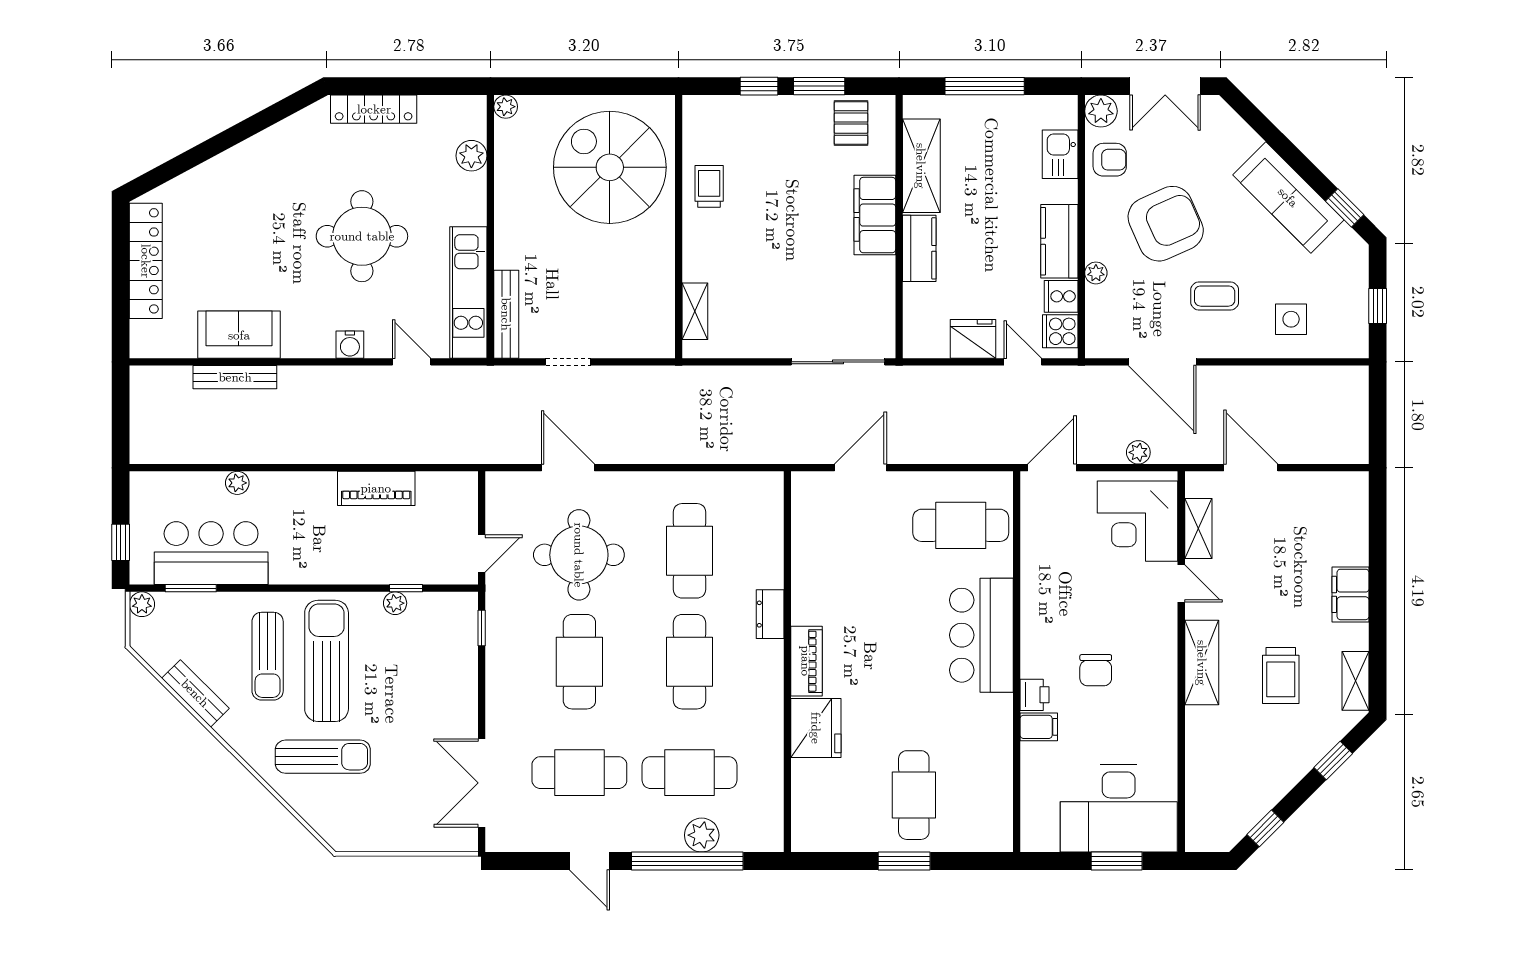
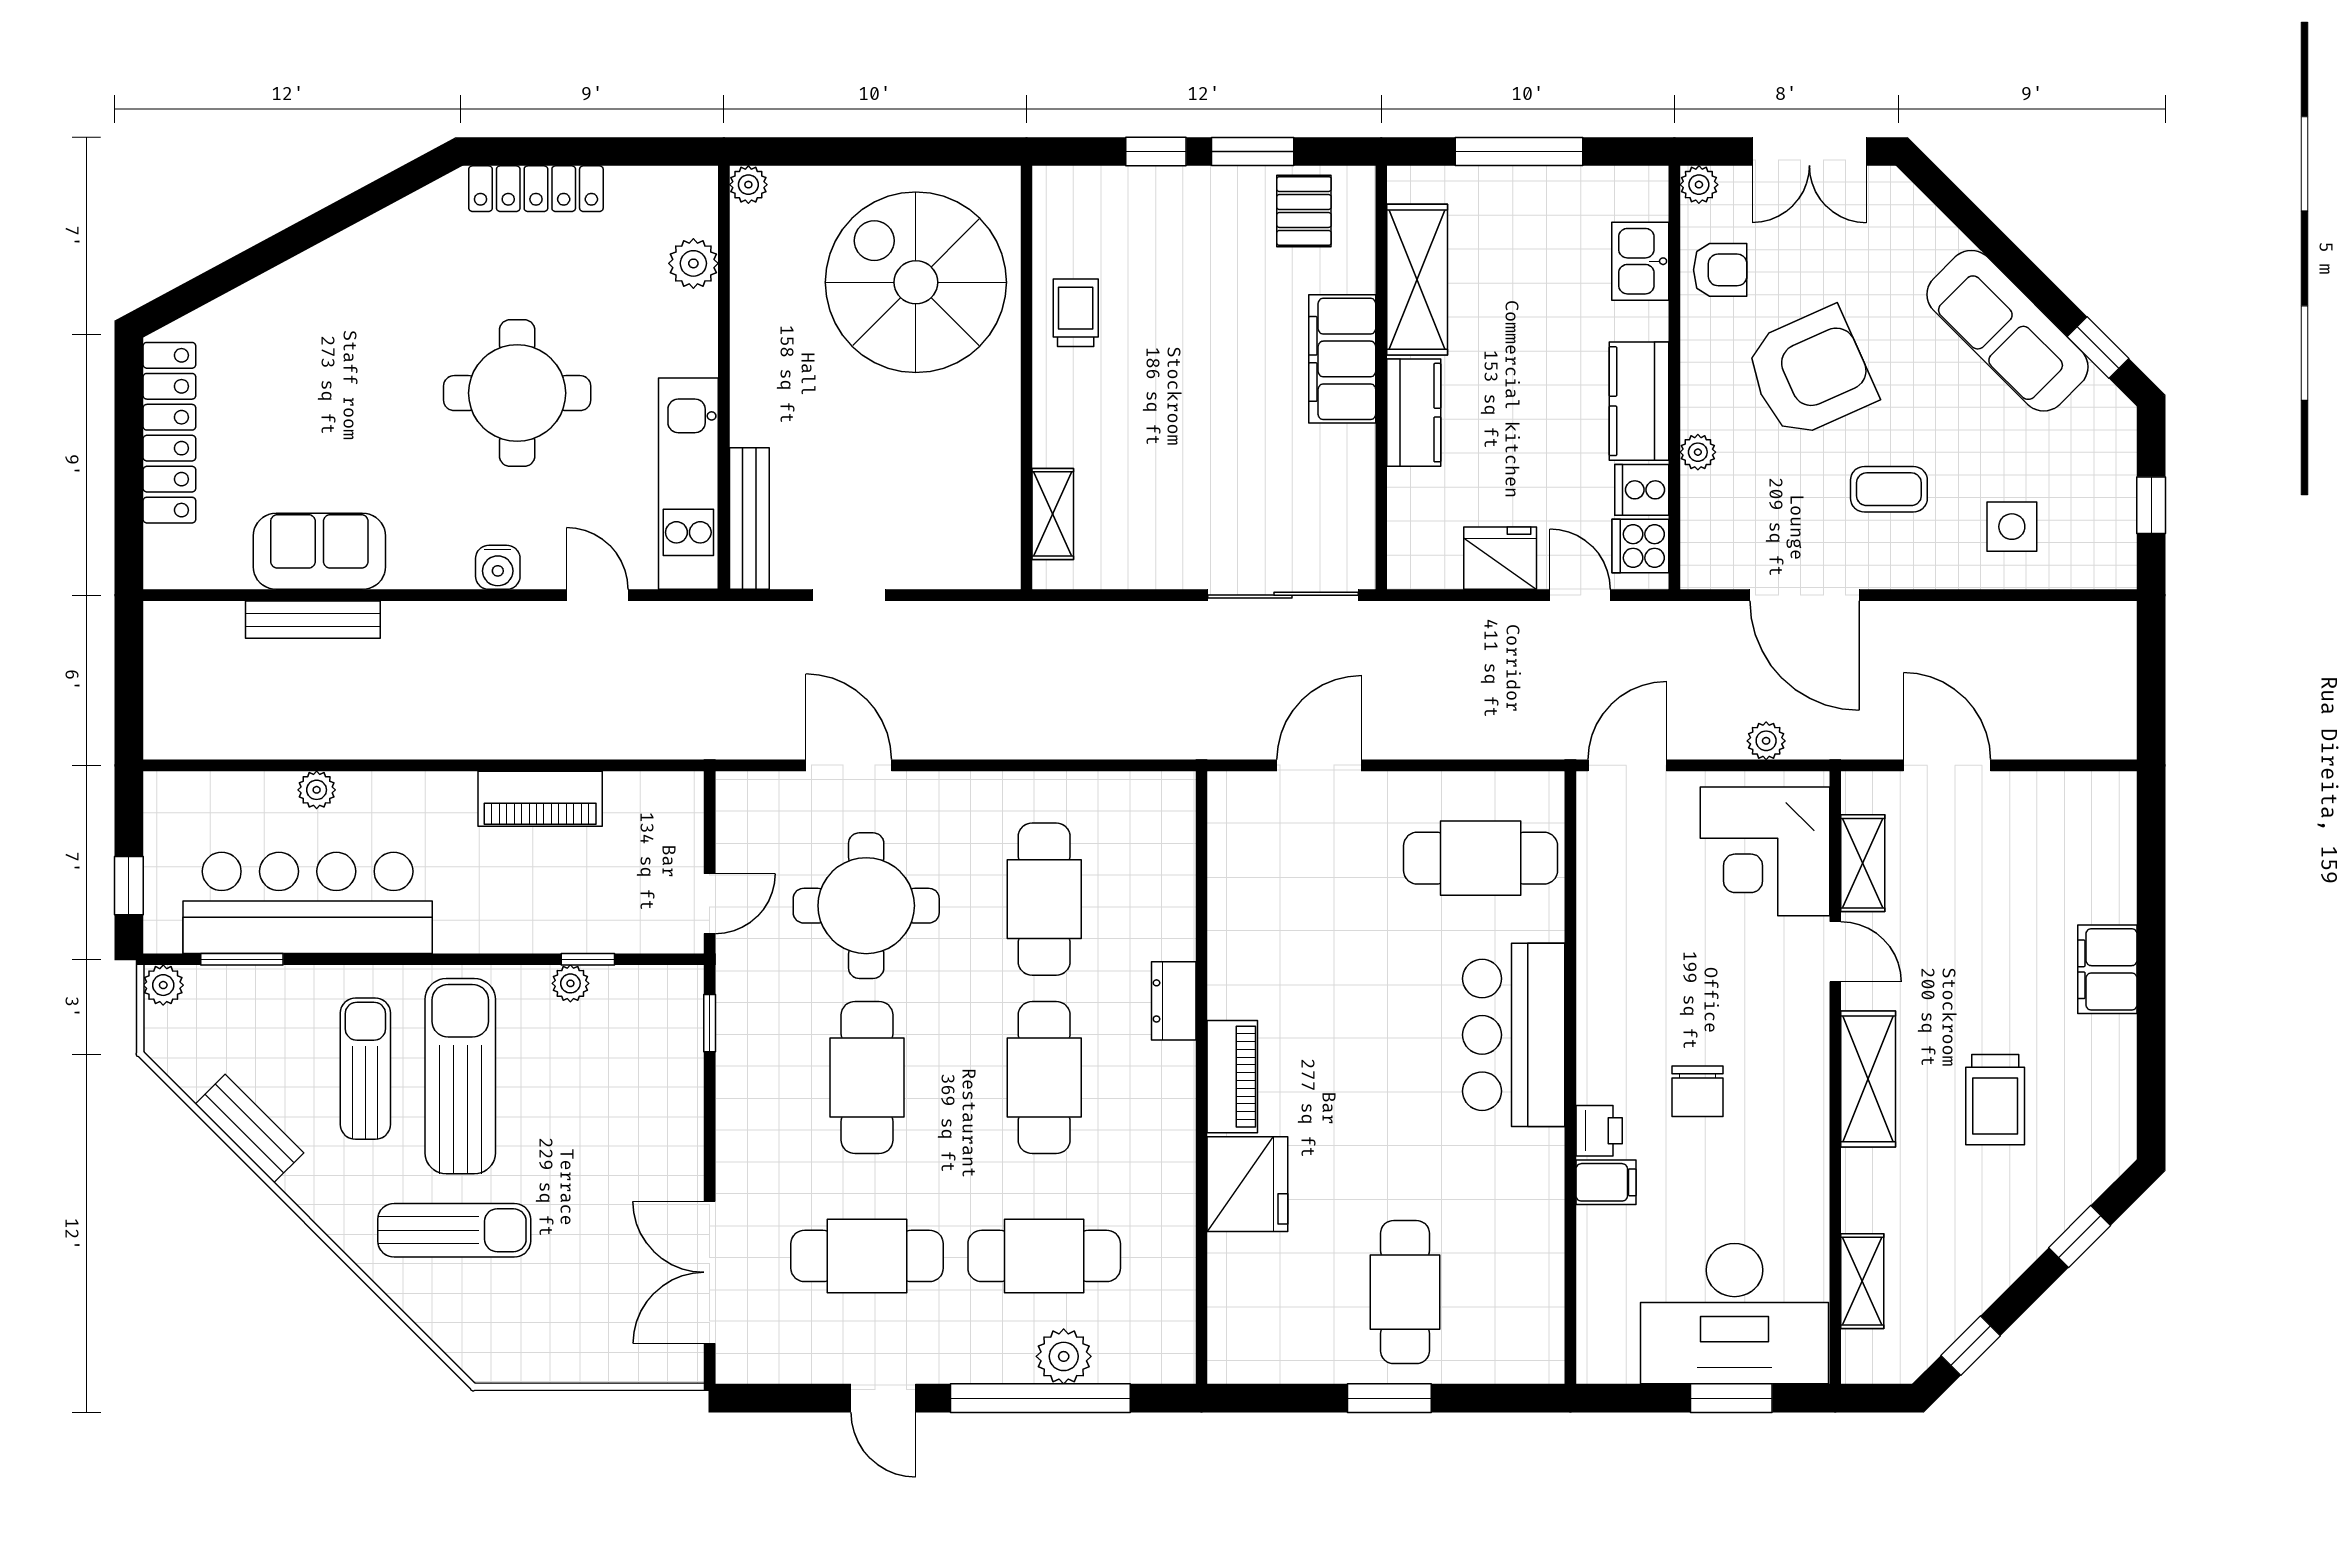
plant: (1101, 111) -> (1699, 185), width x0.73, depth x0.73
bar counter: (211, 553) -> (308, 903), width x1.36
sun lounger: (268, 656) -> (365, 1069), turned 180
shelving: (1355, 681) -> (1862, 1281), moved

